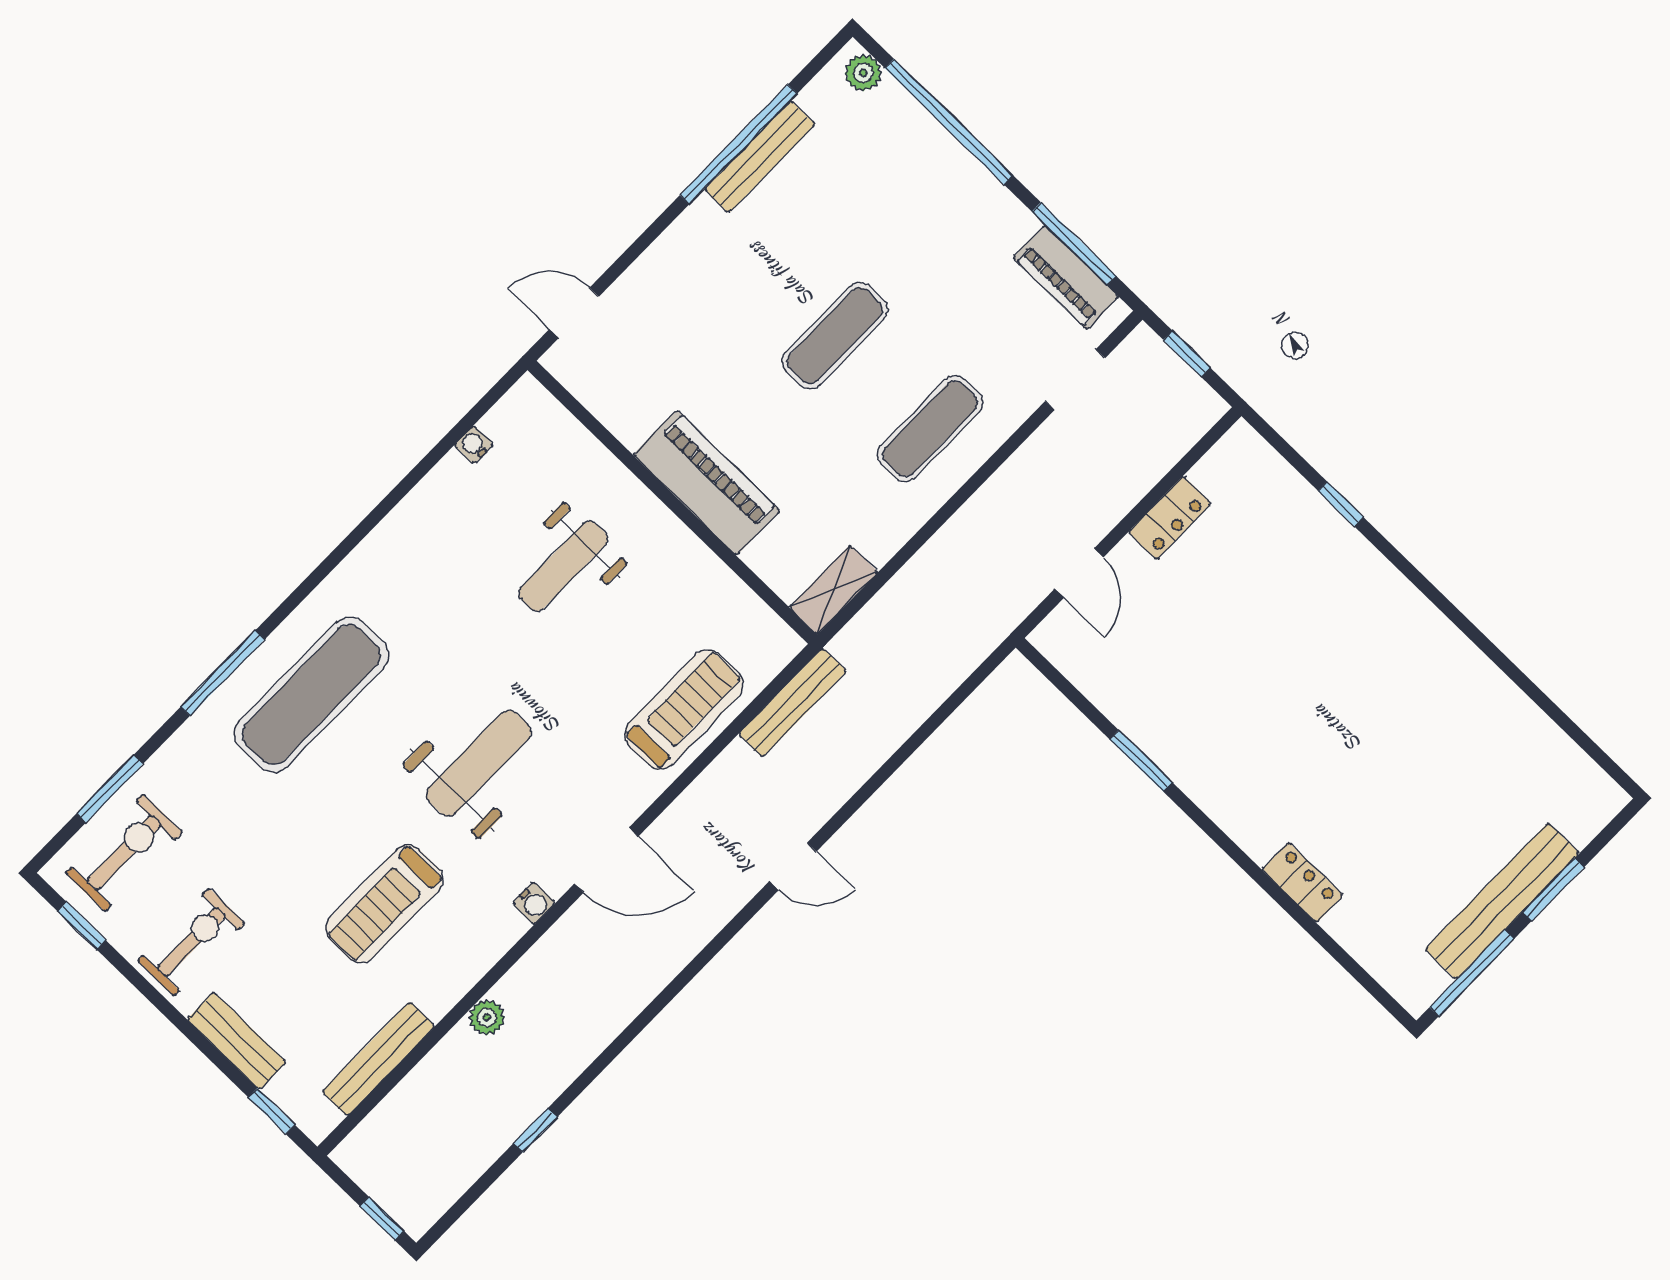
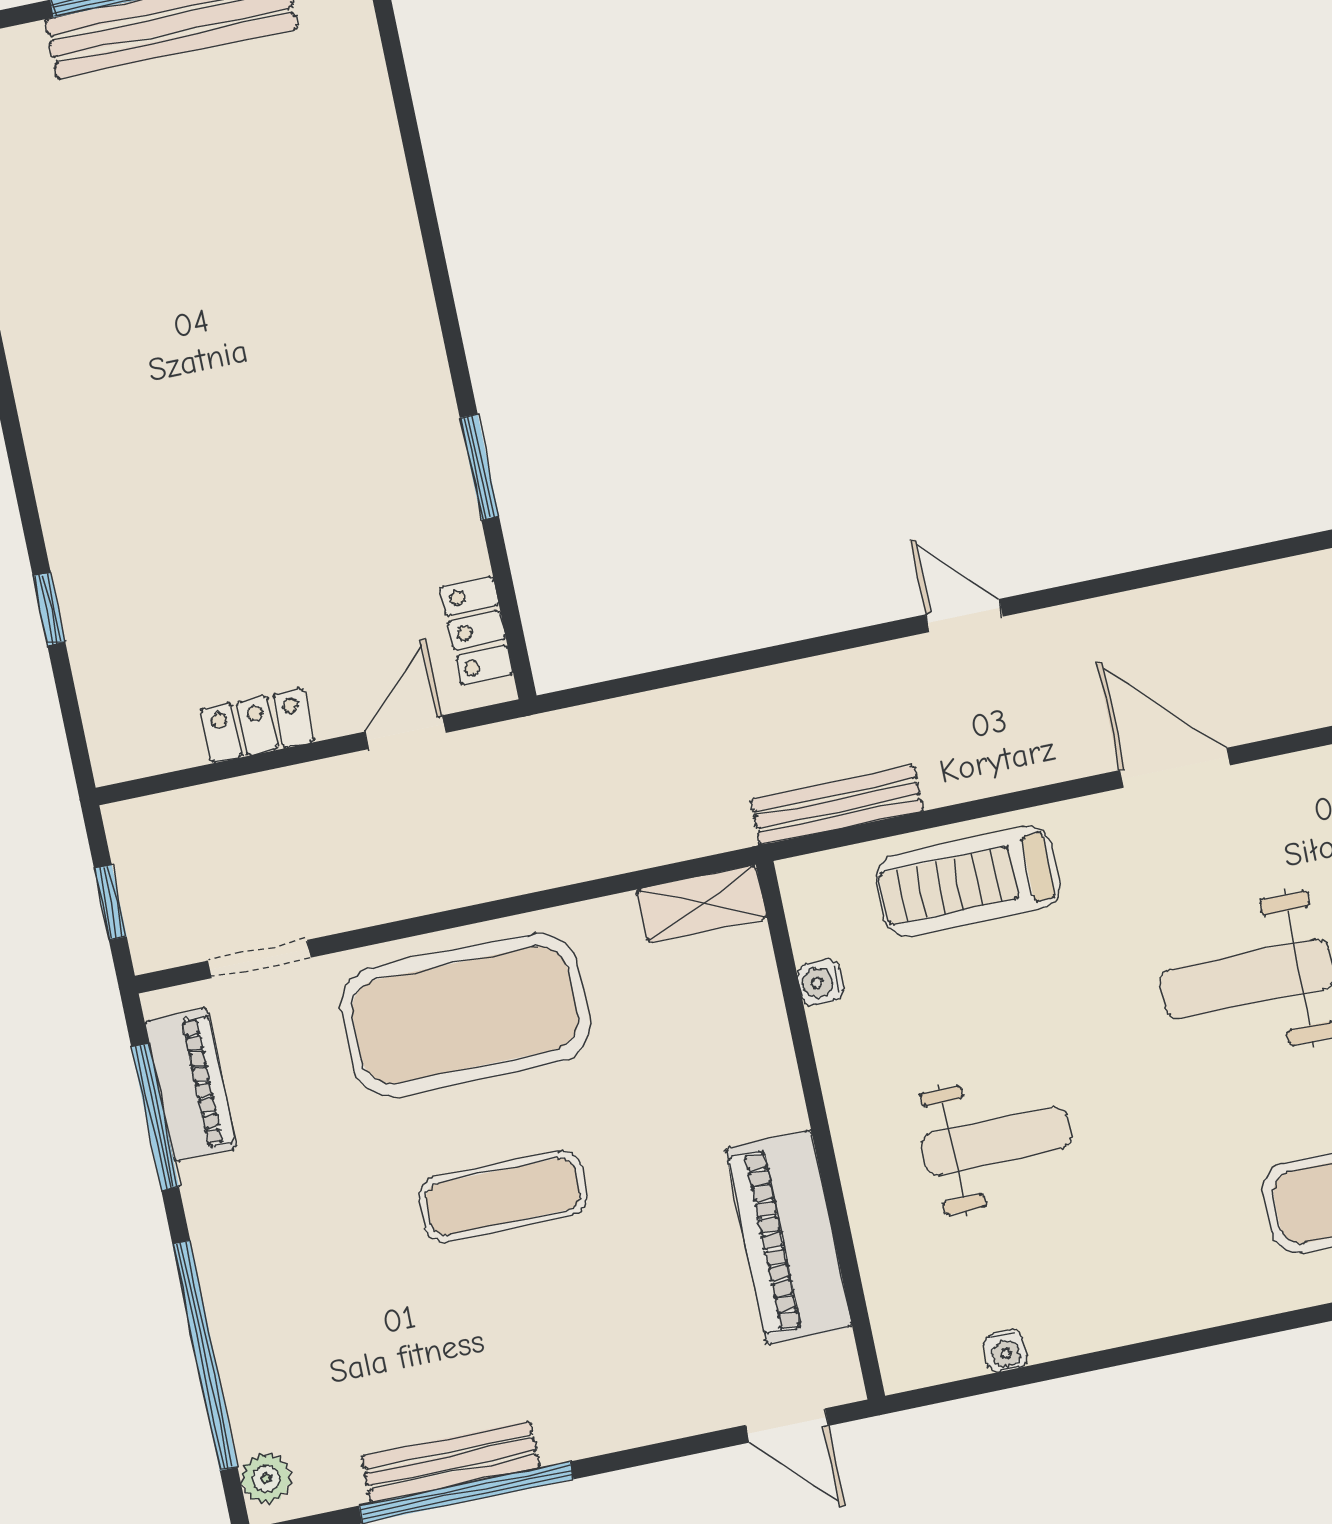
exercise mat: (930, 429) -> (465, 1015), width x2.00, depth x1.45
piano: (707, 483) -> (789, 1238), moved
locker: (1303, 882) -> (477, 630), moved
water cooler: (534, 903) -> (821, 982), moved, turned -90

